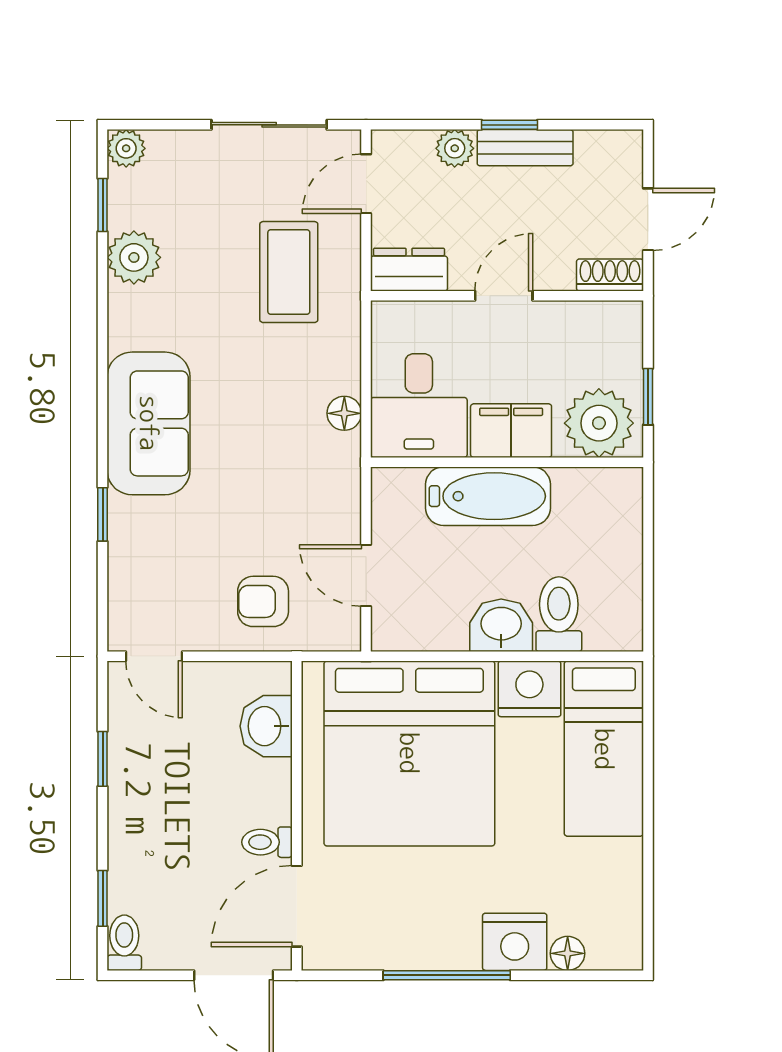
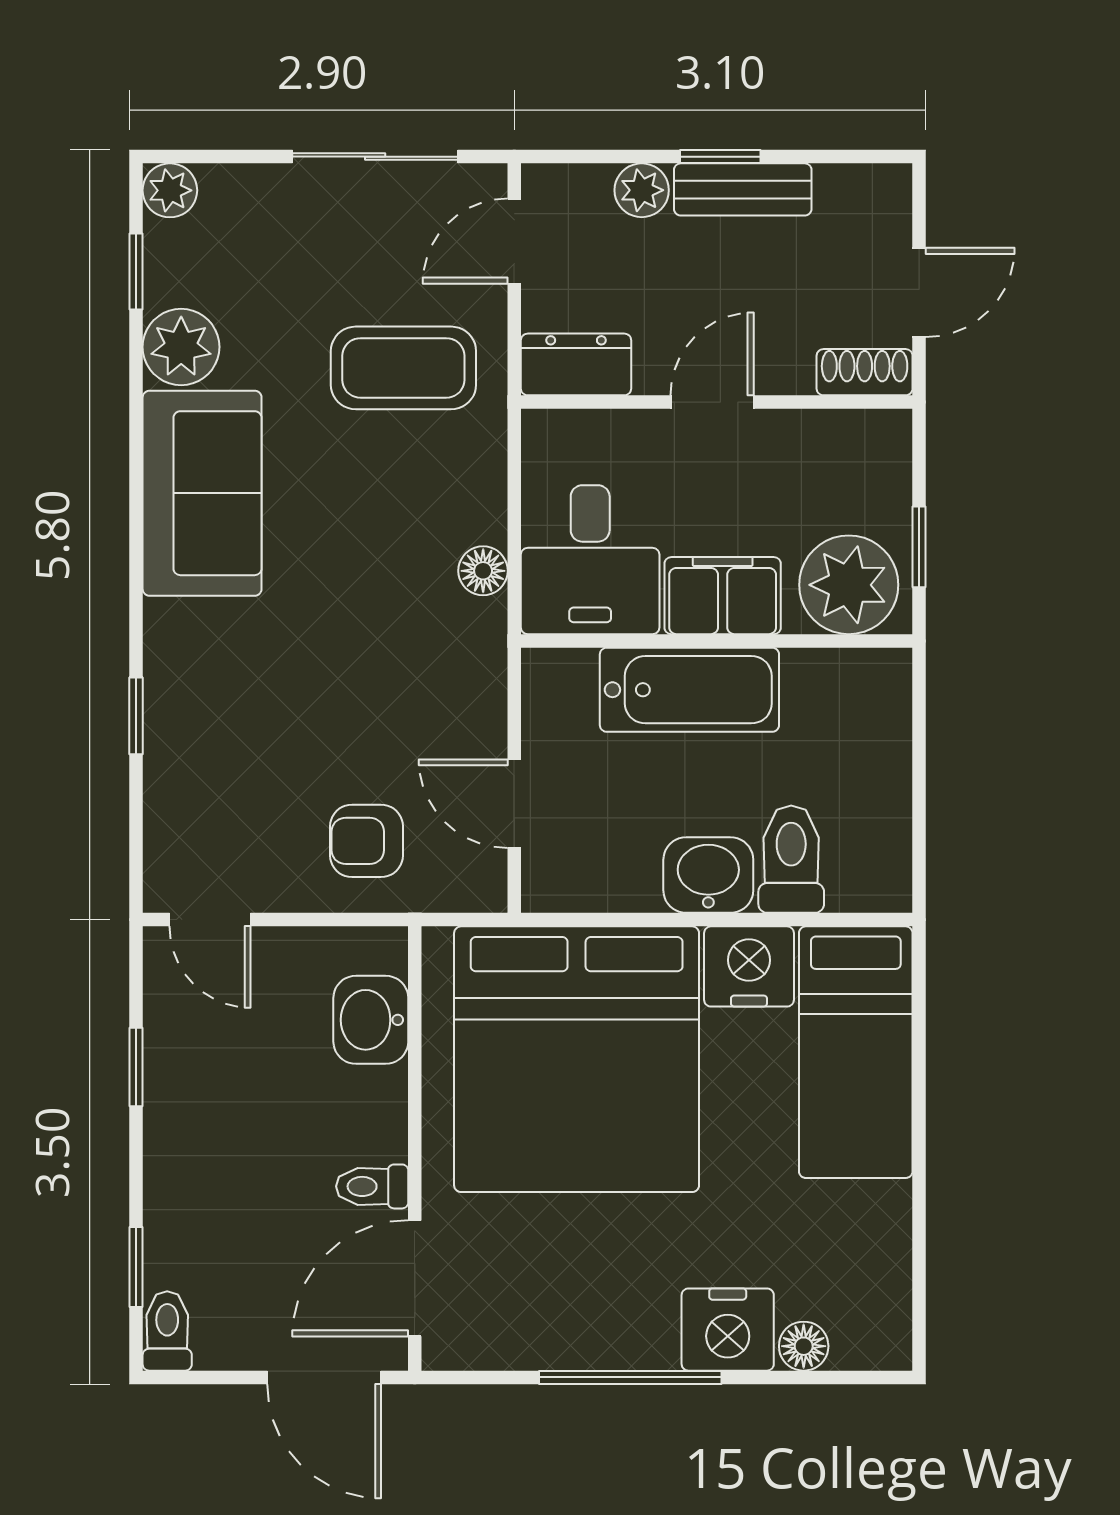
coffee table: (289, 272) -> (403, 368), turned 90
sofa: (149, 423) -> (202, 493), moved

